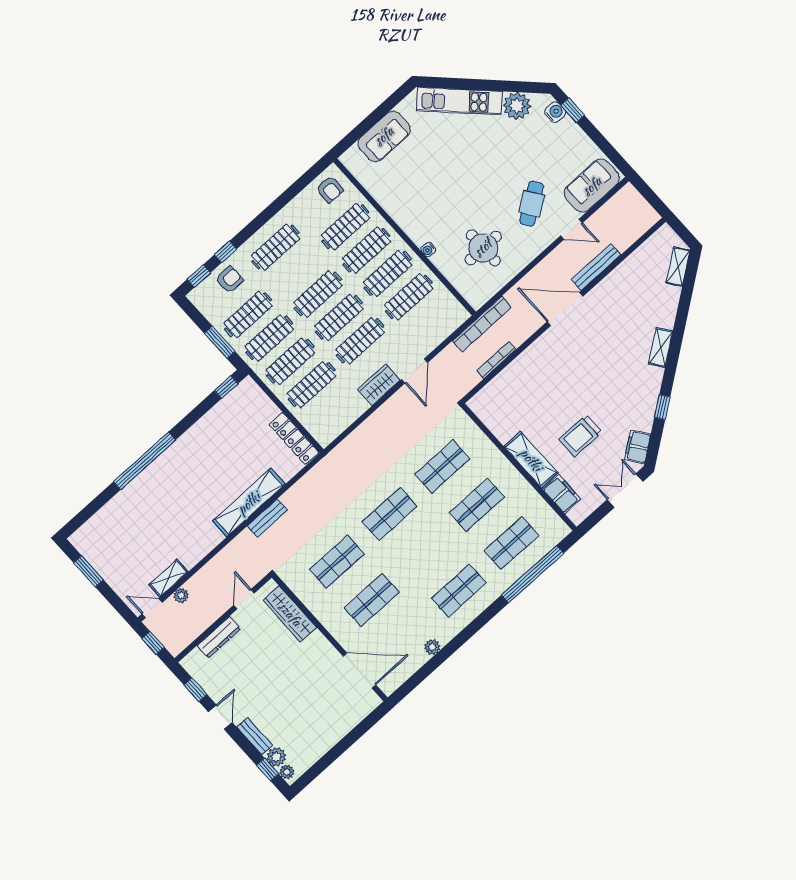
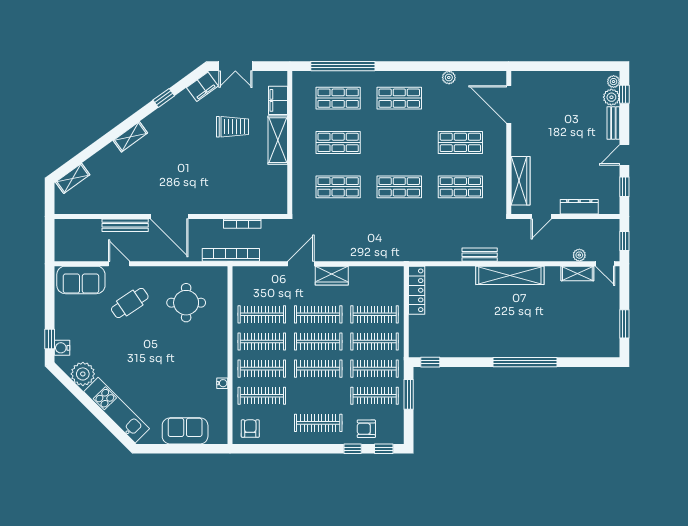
water cooler: (428, 250) -> (222, 383), moved
shelving: (249, 503) -> (510, 275), moved

